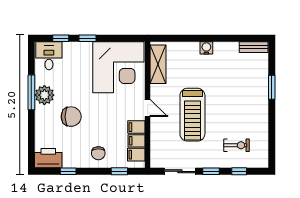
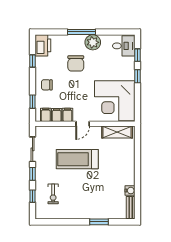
water cooler: (206, 48) -> (130, 191), moved
window: (31, 92) -> (82, 32), moved

